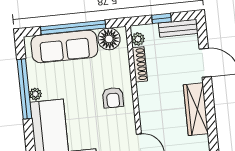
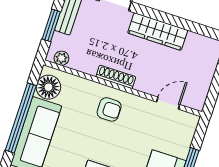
window: (161, 18) -> (51, 25), width x1.50
shoe rack: (140, 64) -> (116, 77), moved

